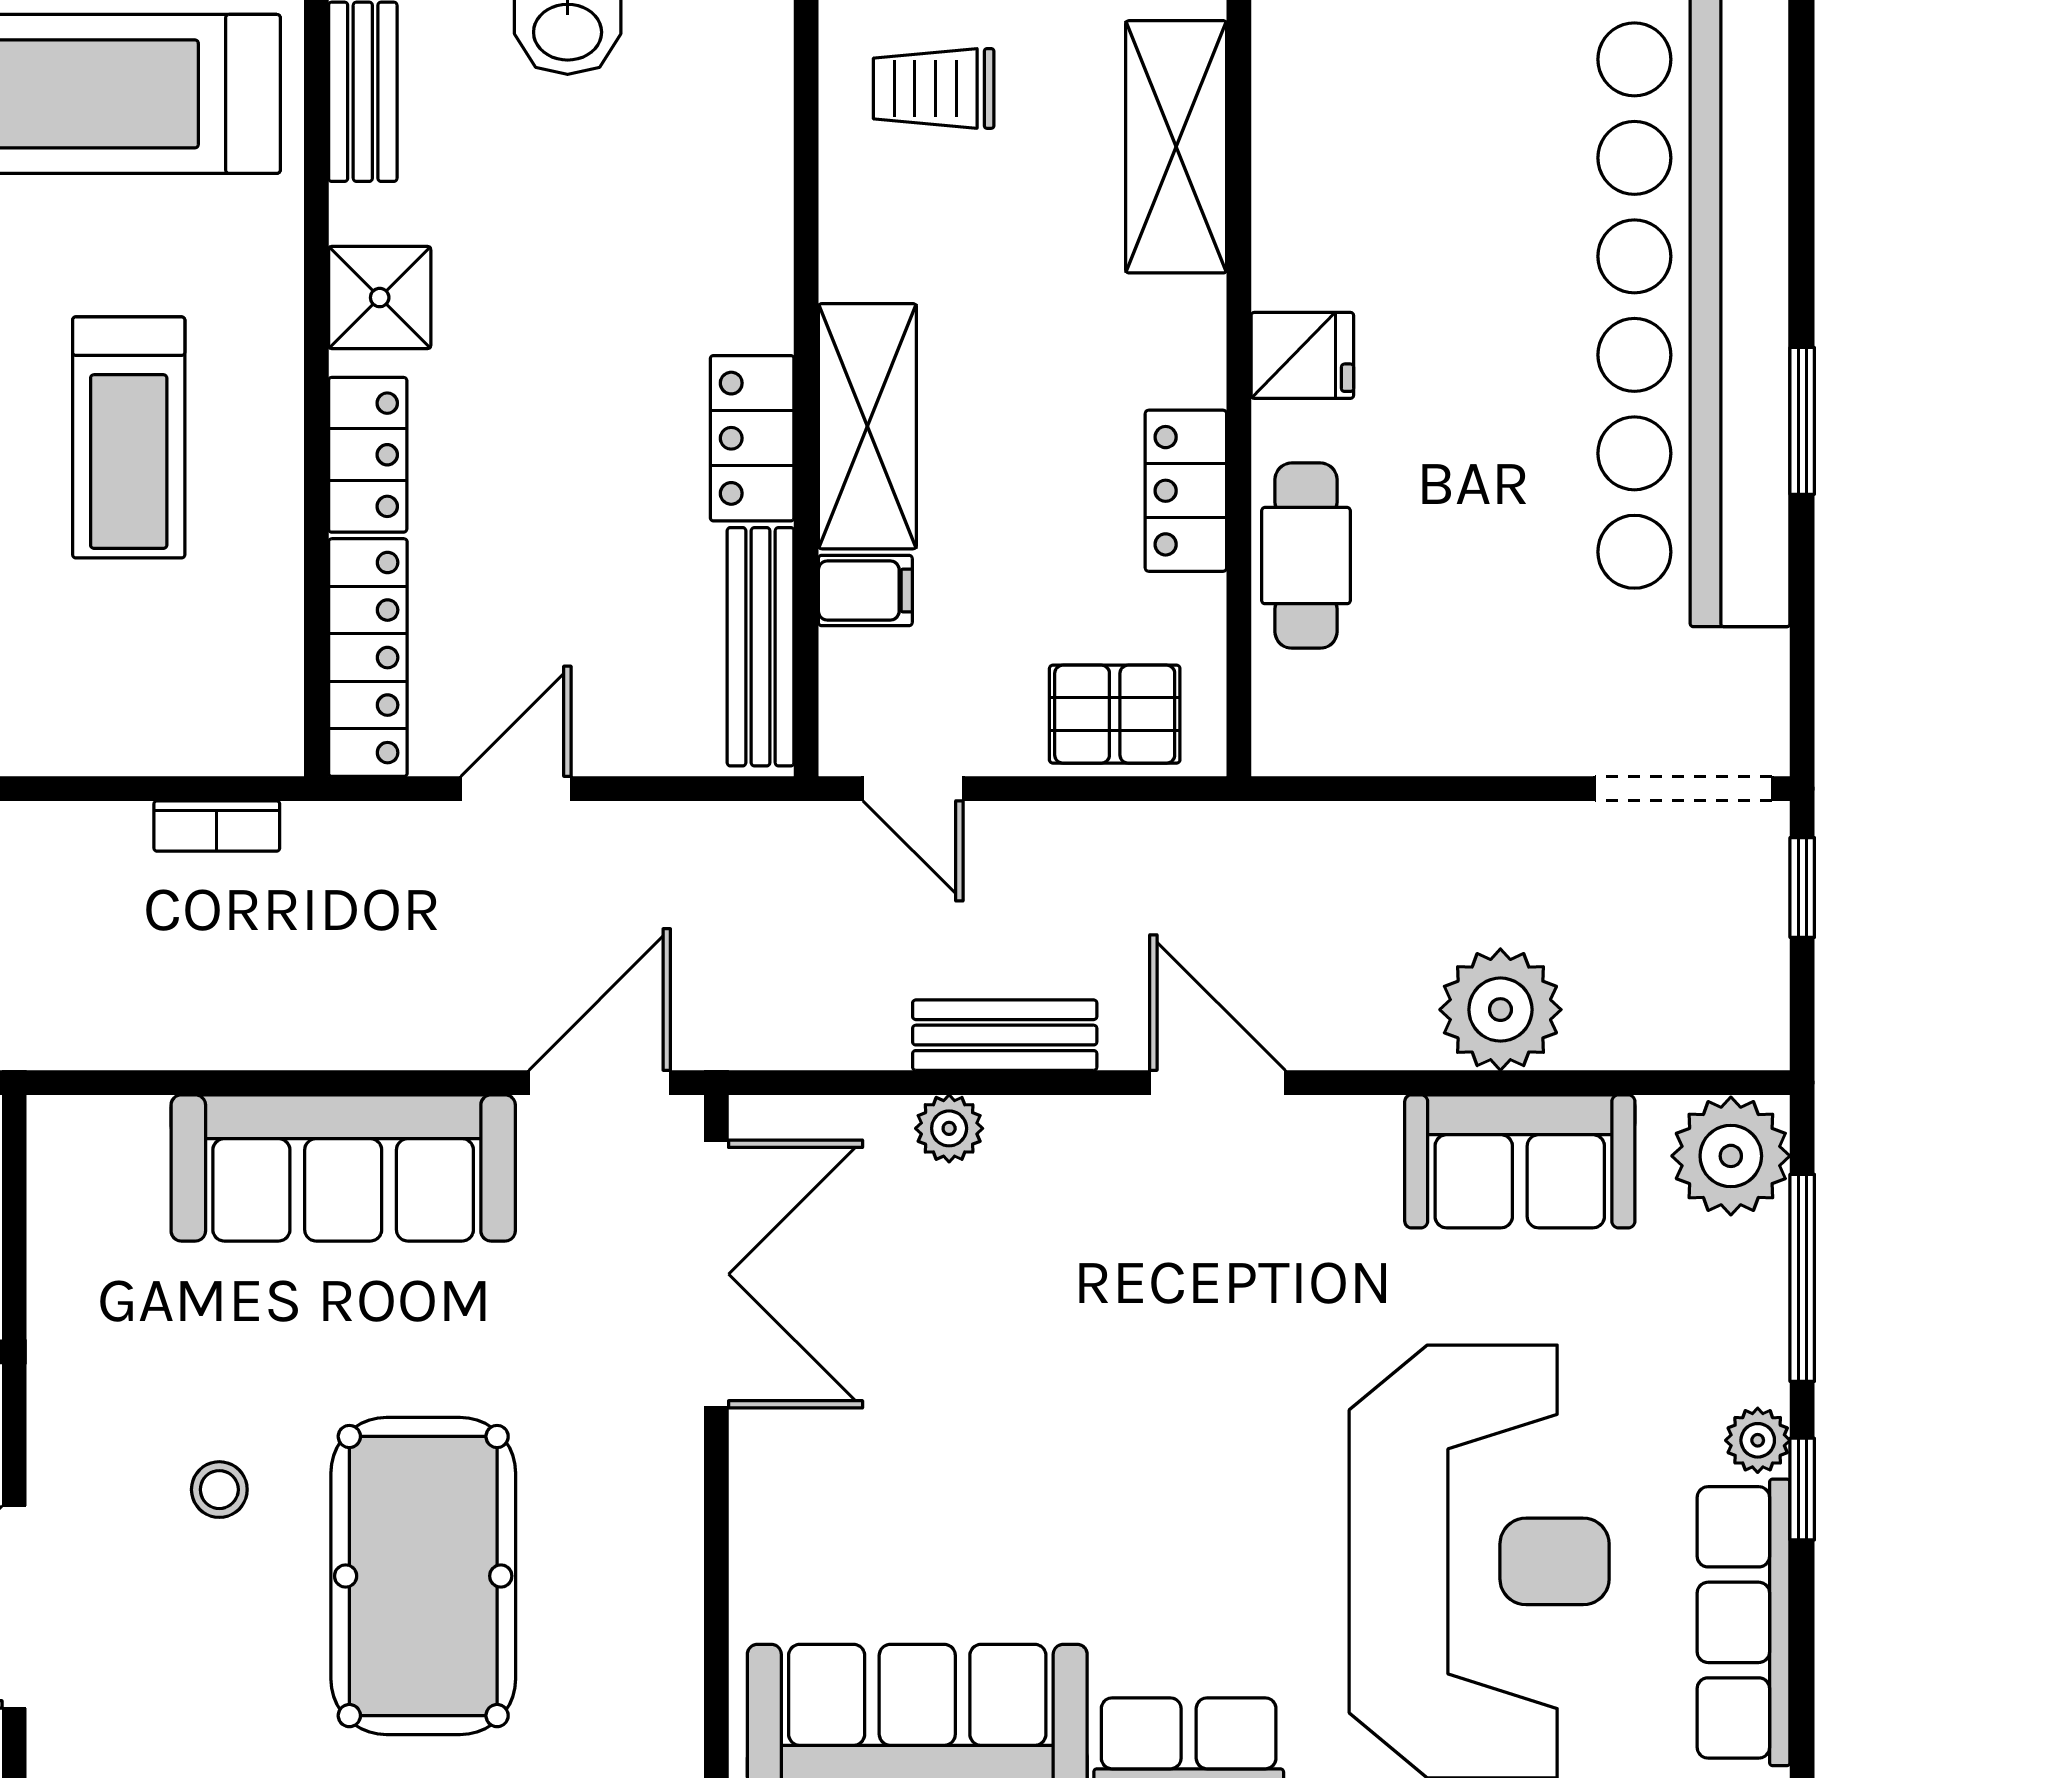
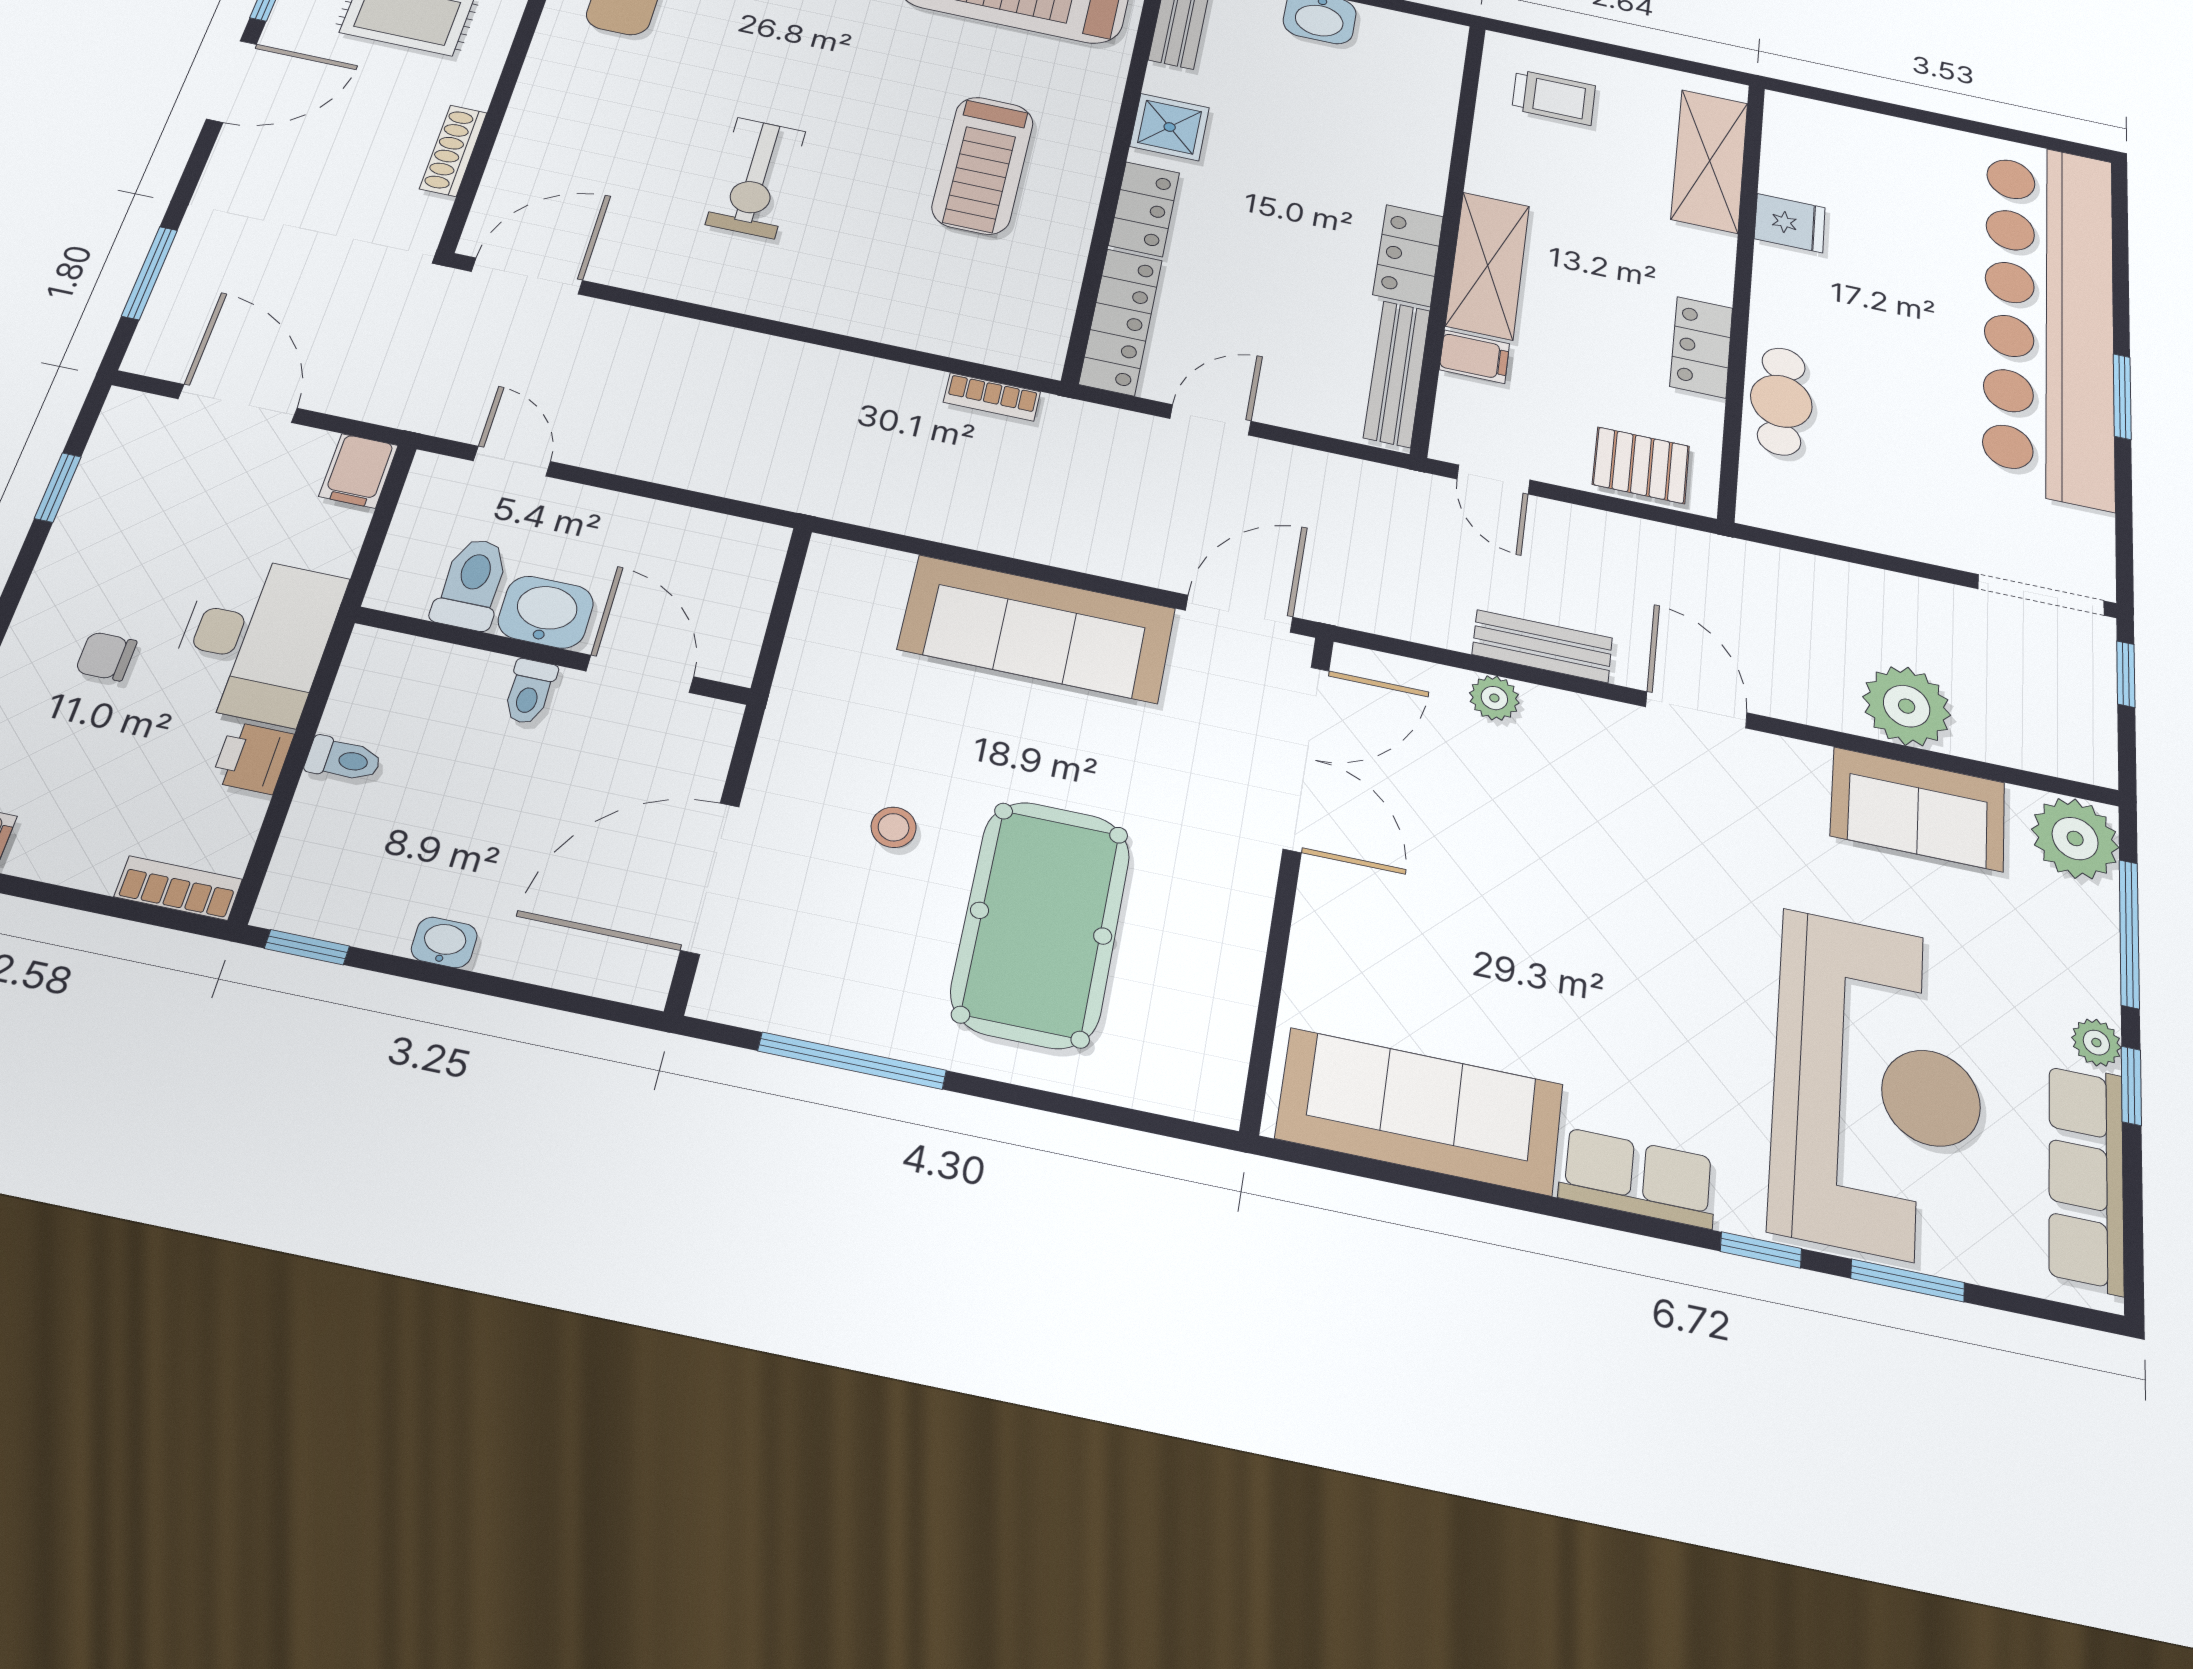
trolley: (934, 88) -> (1554, 97), turned 180
fridge: (1302, 355) -> (1790, 223), moved

